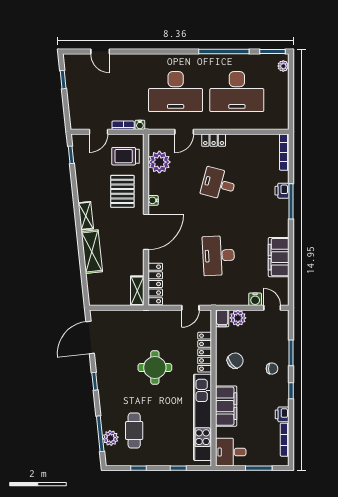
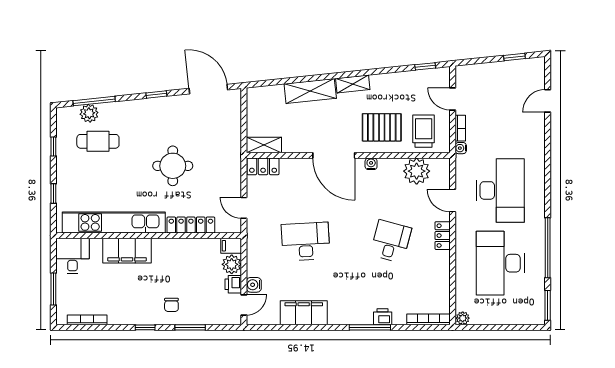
plant: (283, 66) -> (463, 318), moved
desk: (176, 92) -> (500, 190), turned 180
locker: (155, 284) -> (263, 166), width x0.66
chair: (235, 361) -> (181, 261), removed
printer: (282, 414) -> (233, 284), moved, turned -90

